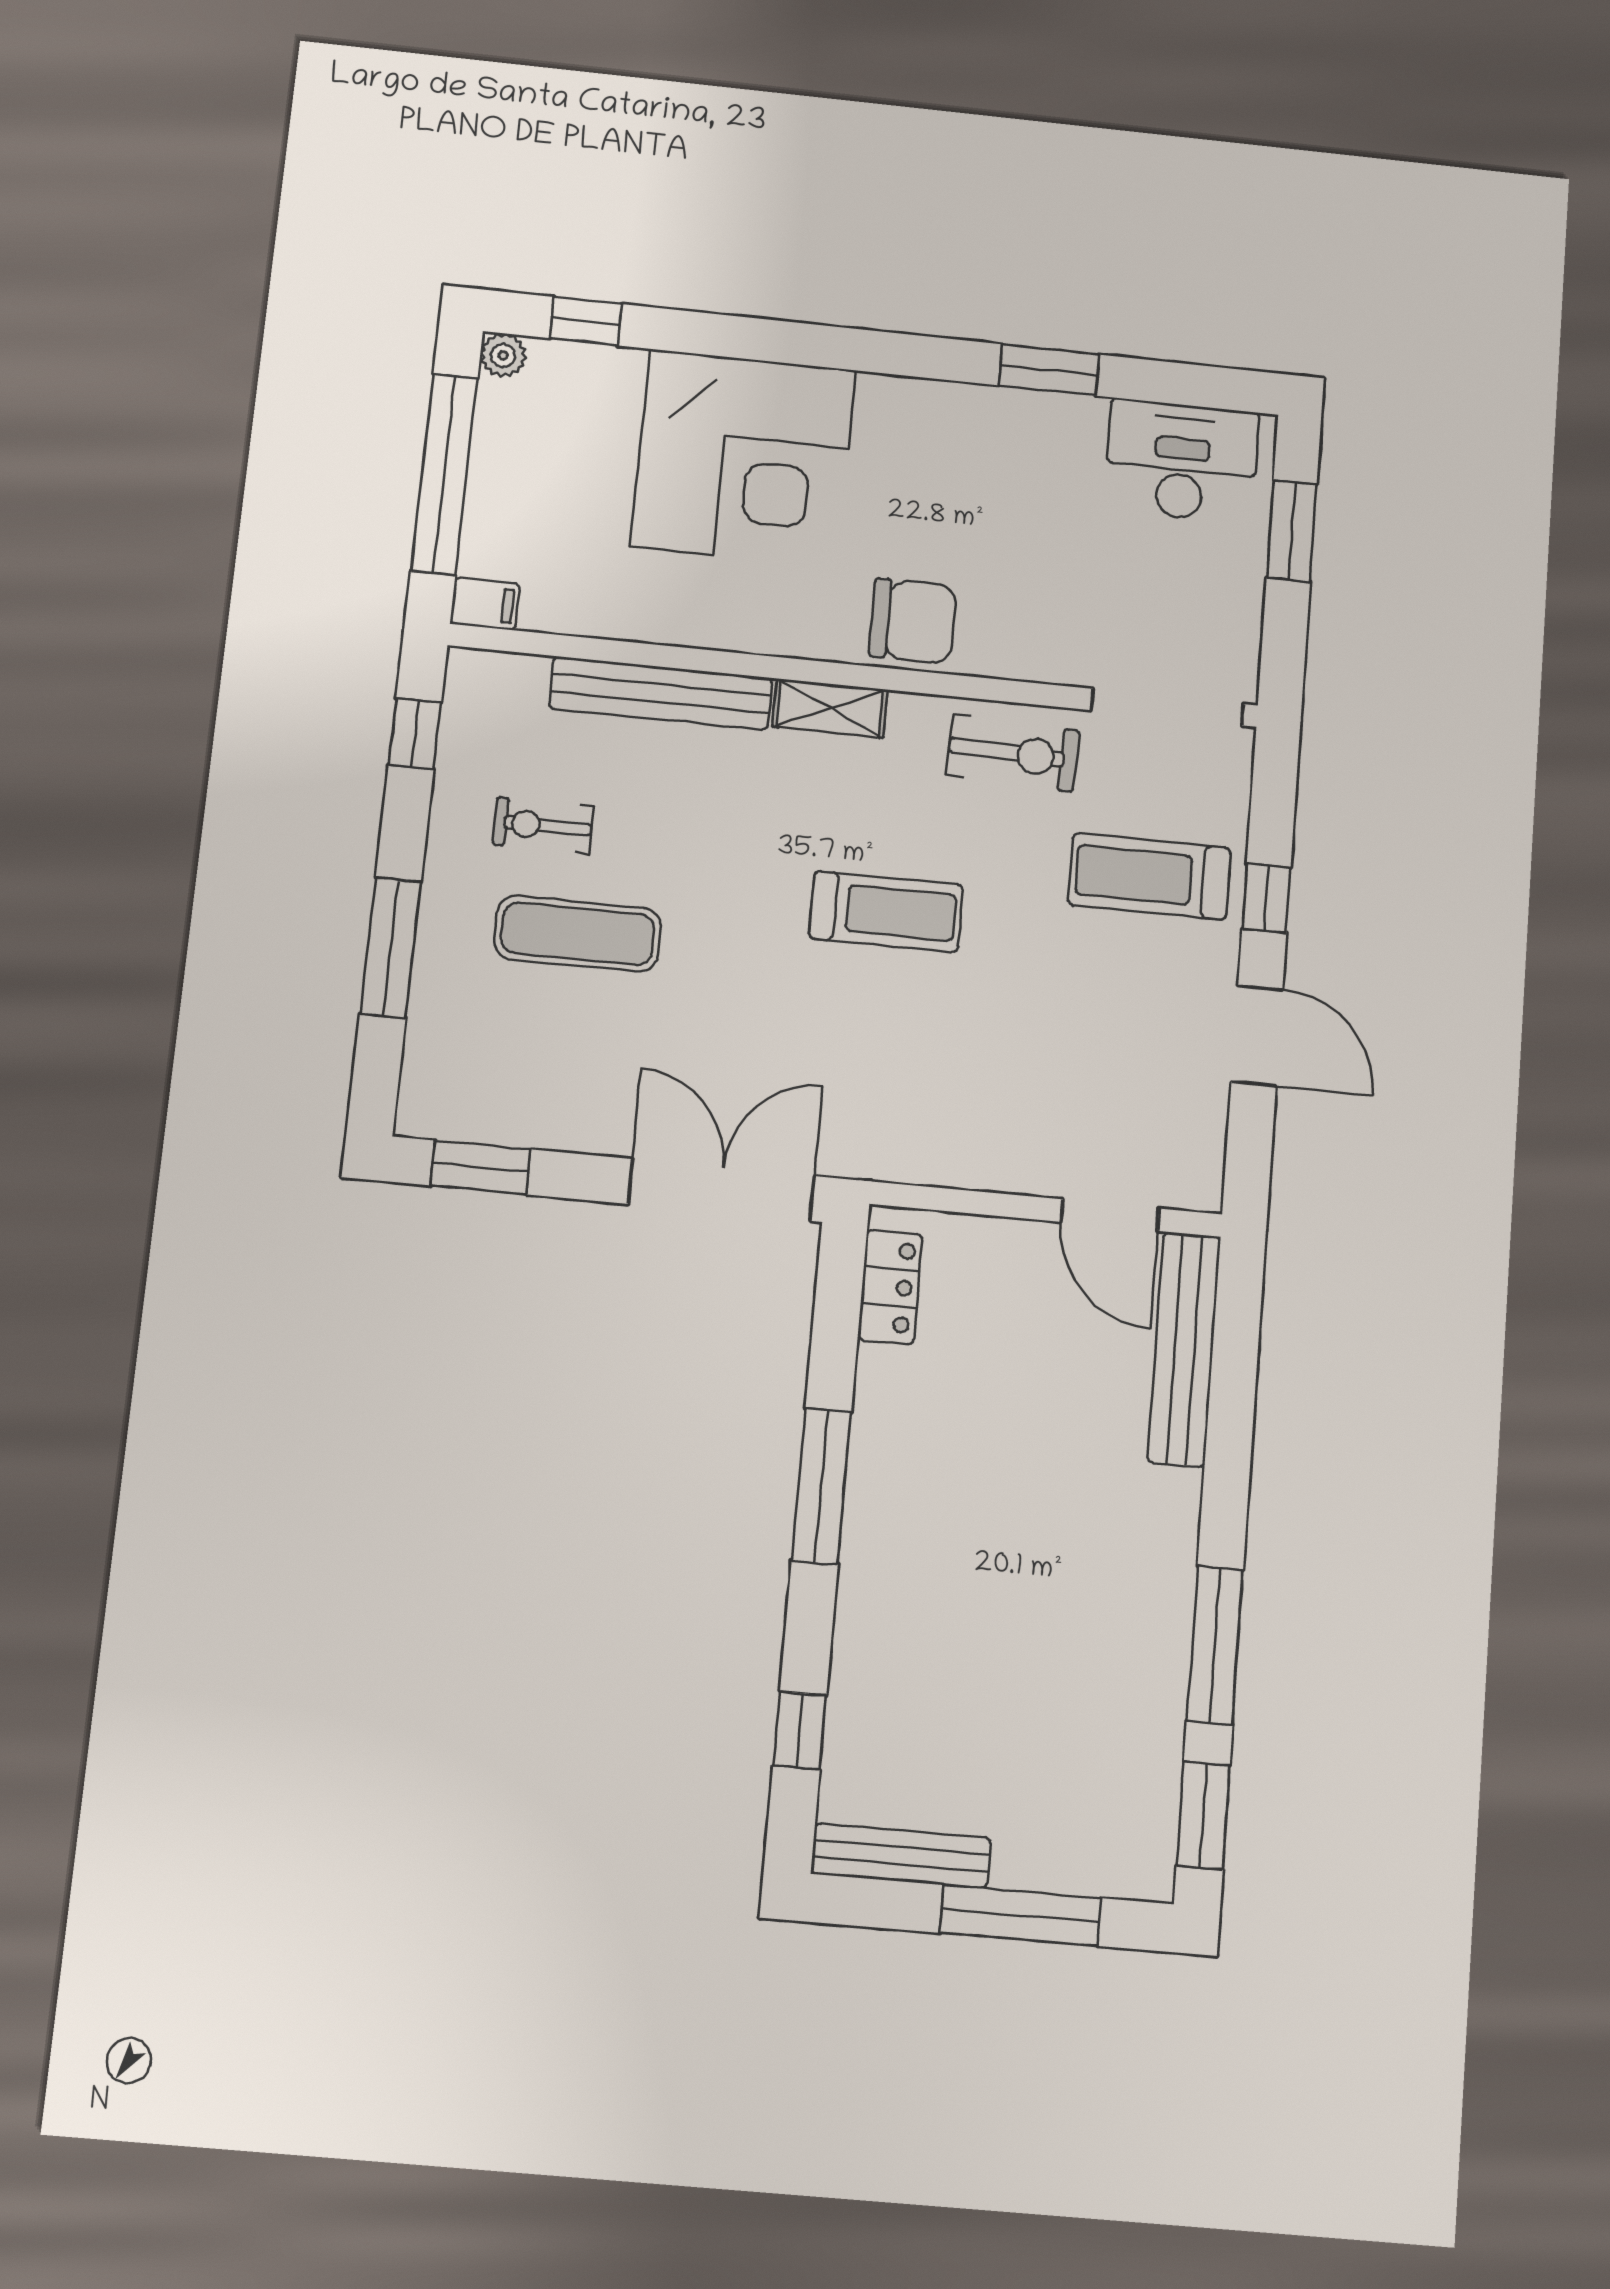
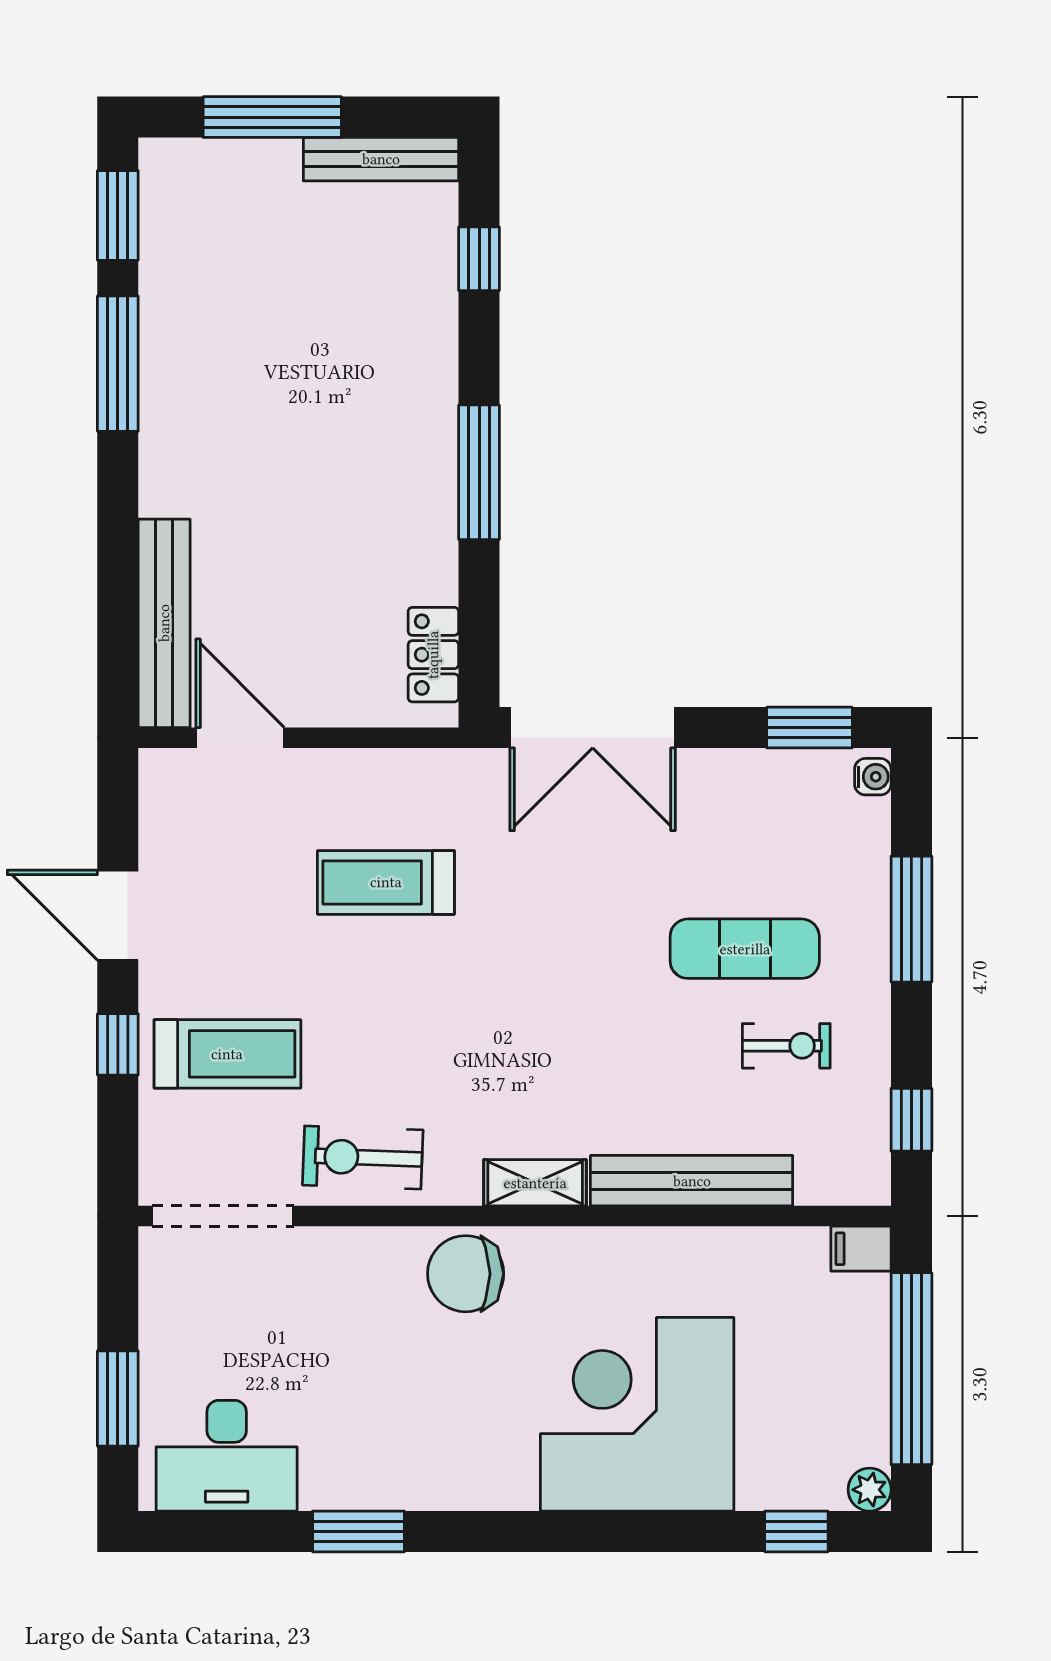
treadmill: (886, 912) -> (386, 882), moved
water cooler: (416, 1107) -> (873, 777), added

